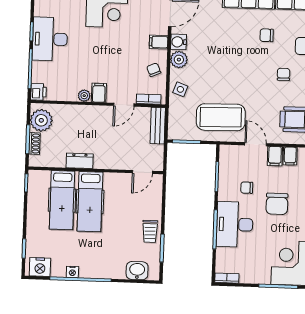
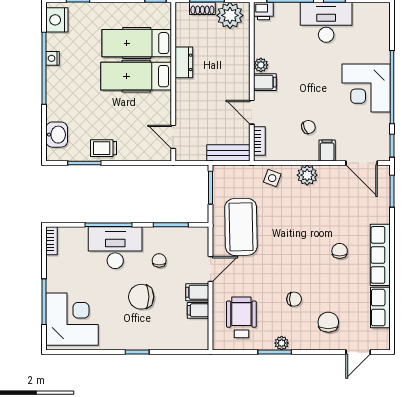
chair: (267, 35) -> (340, 251), moved
water cooler: (179, 42) -> (328, 174), removed
chair: (154, 70) -> (308, 127), moved

